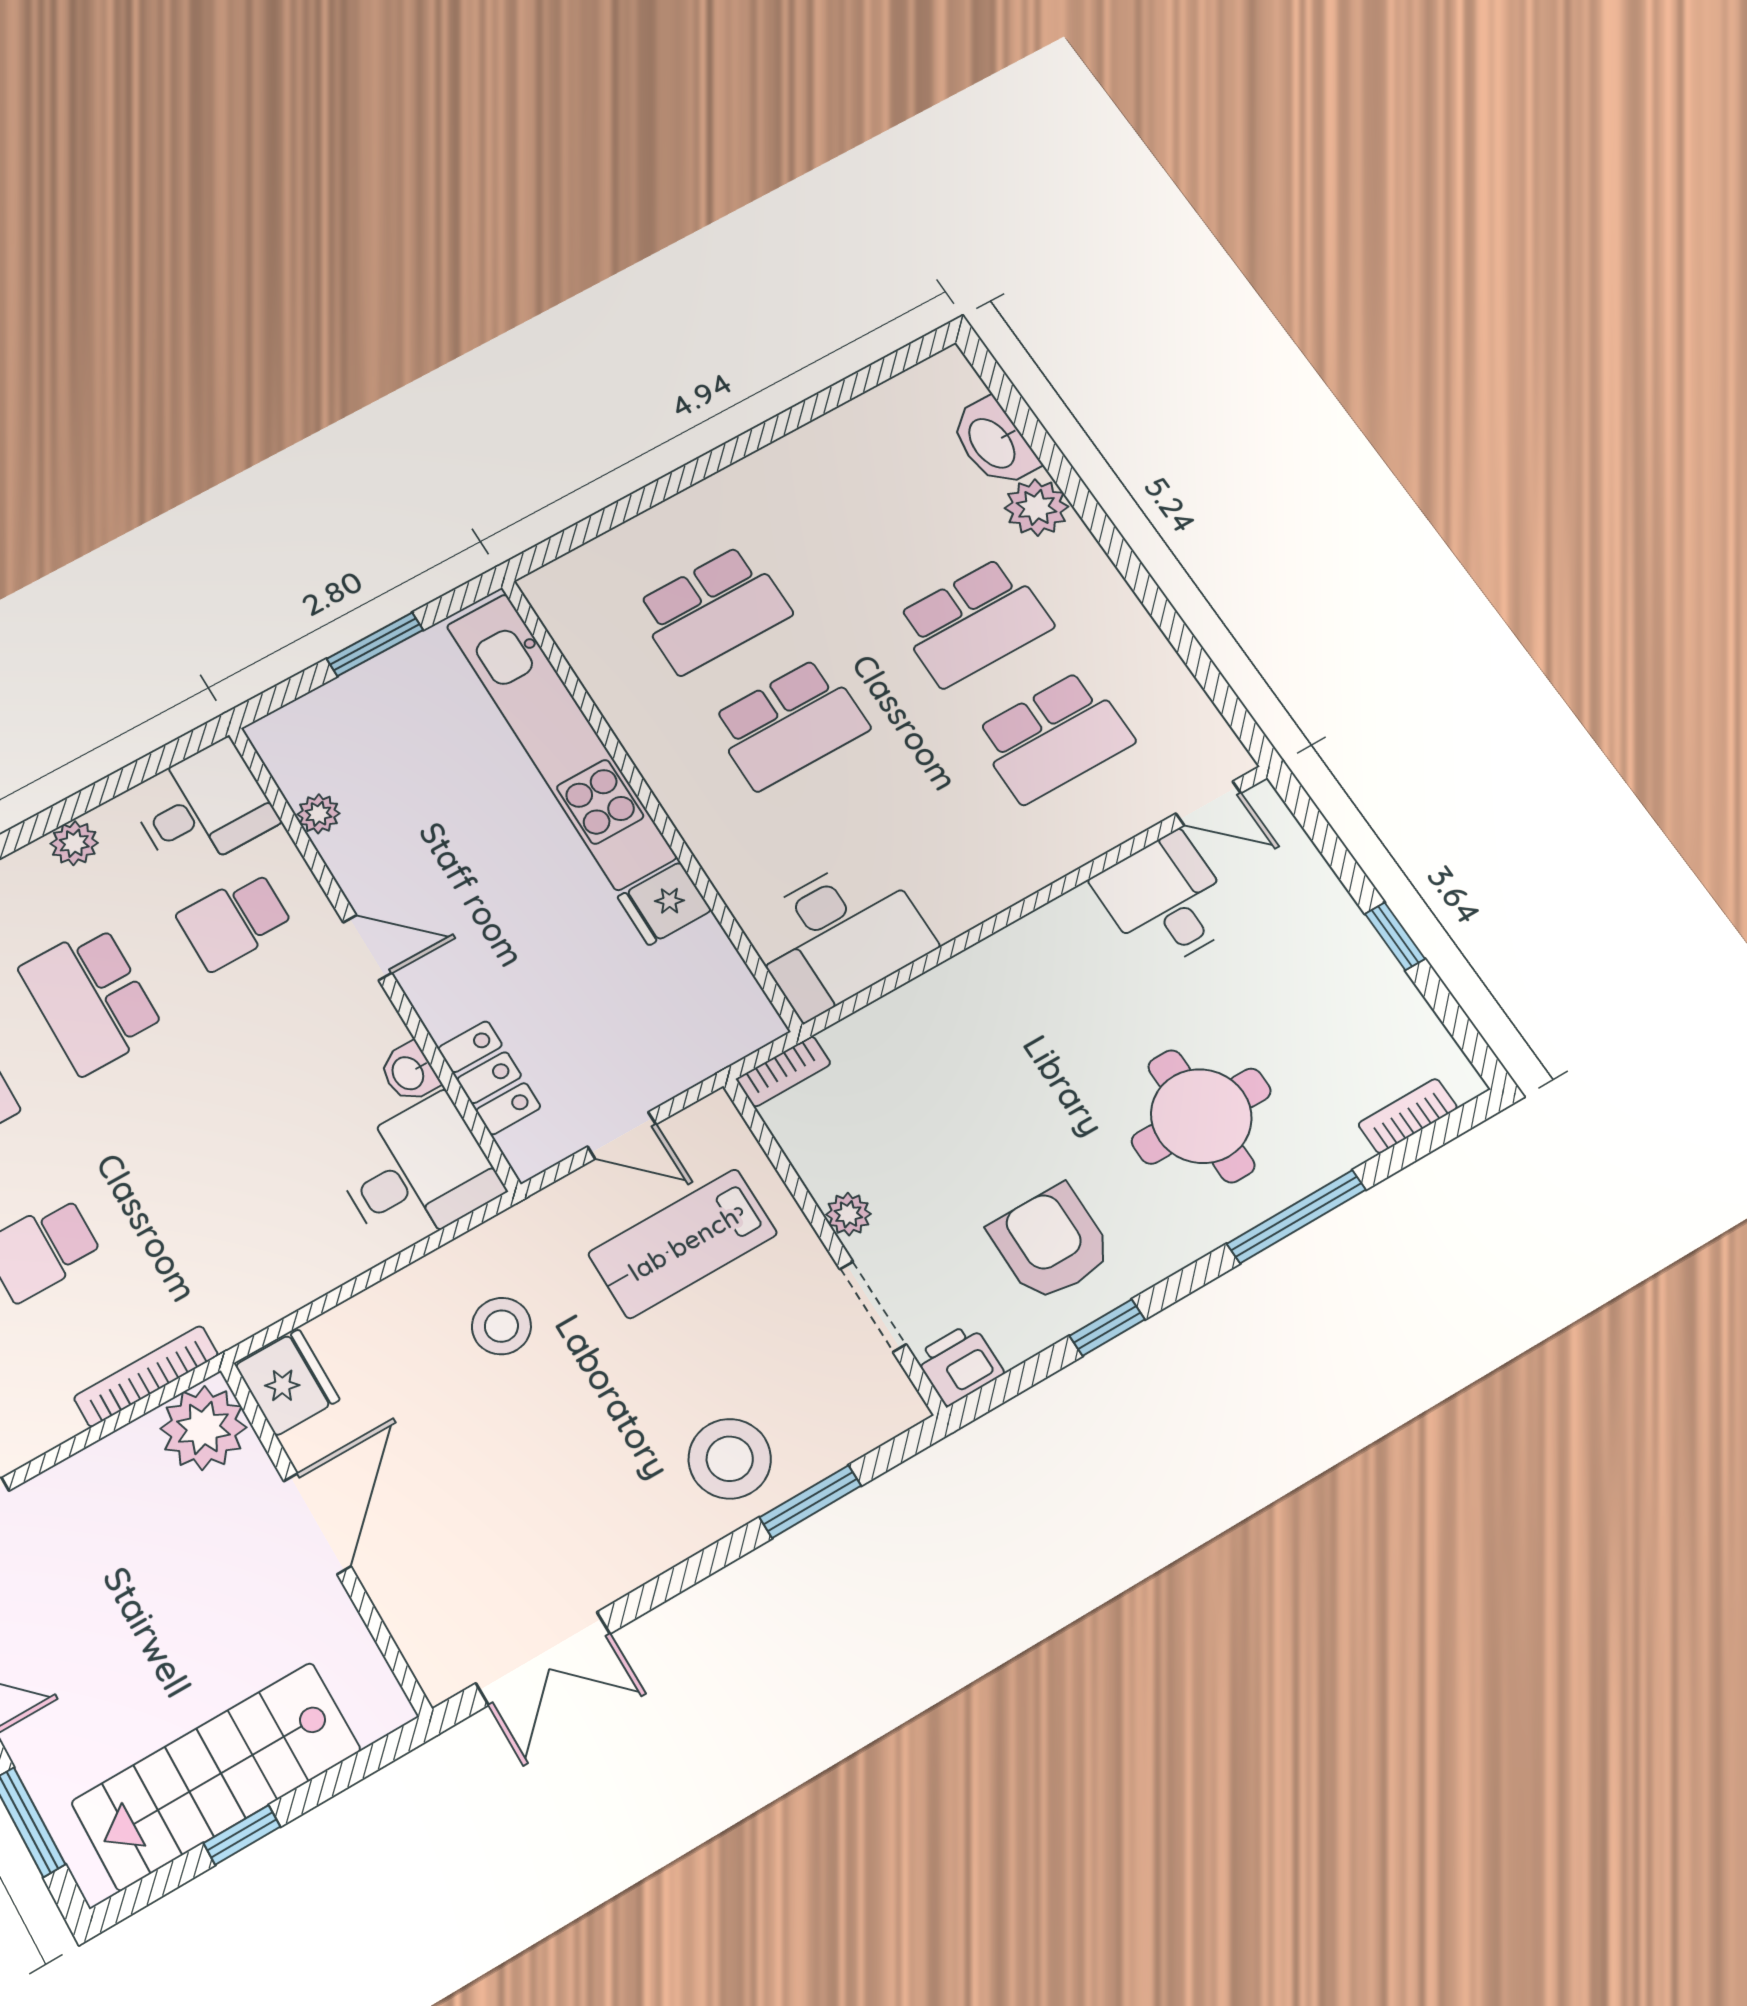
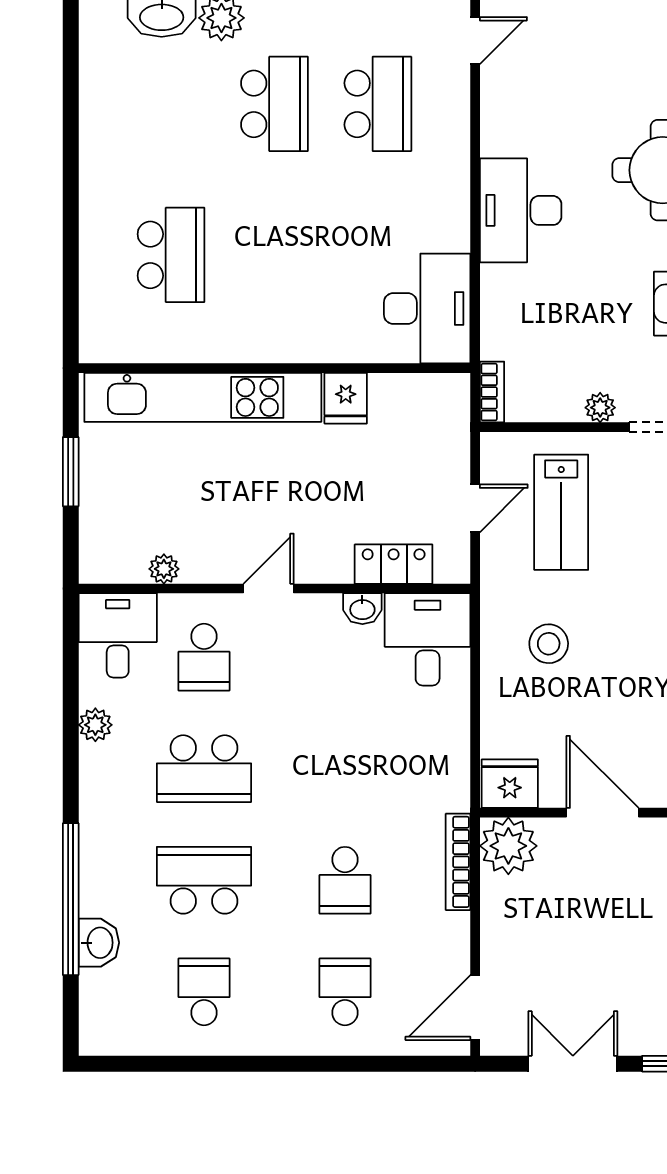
school desk: (789, 724) -> (274, 255), removed
desk: (1166, 901) -> (521, 210), moved, width x1.37

